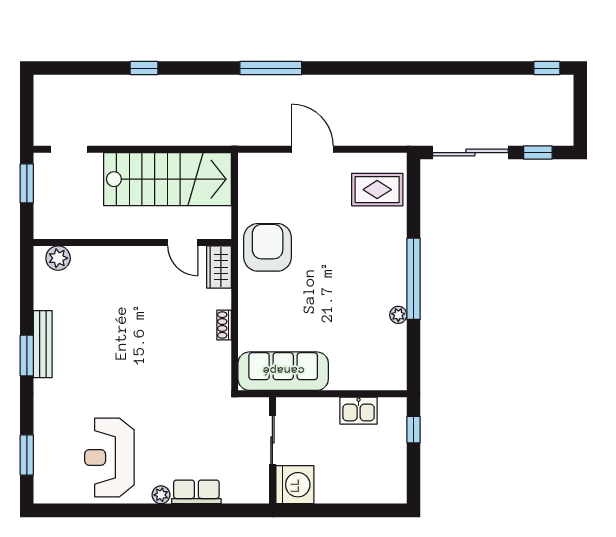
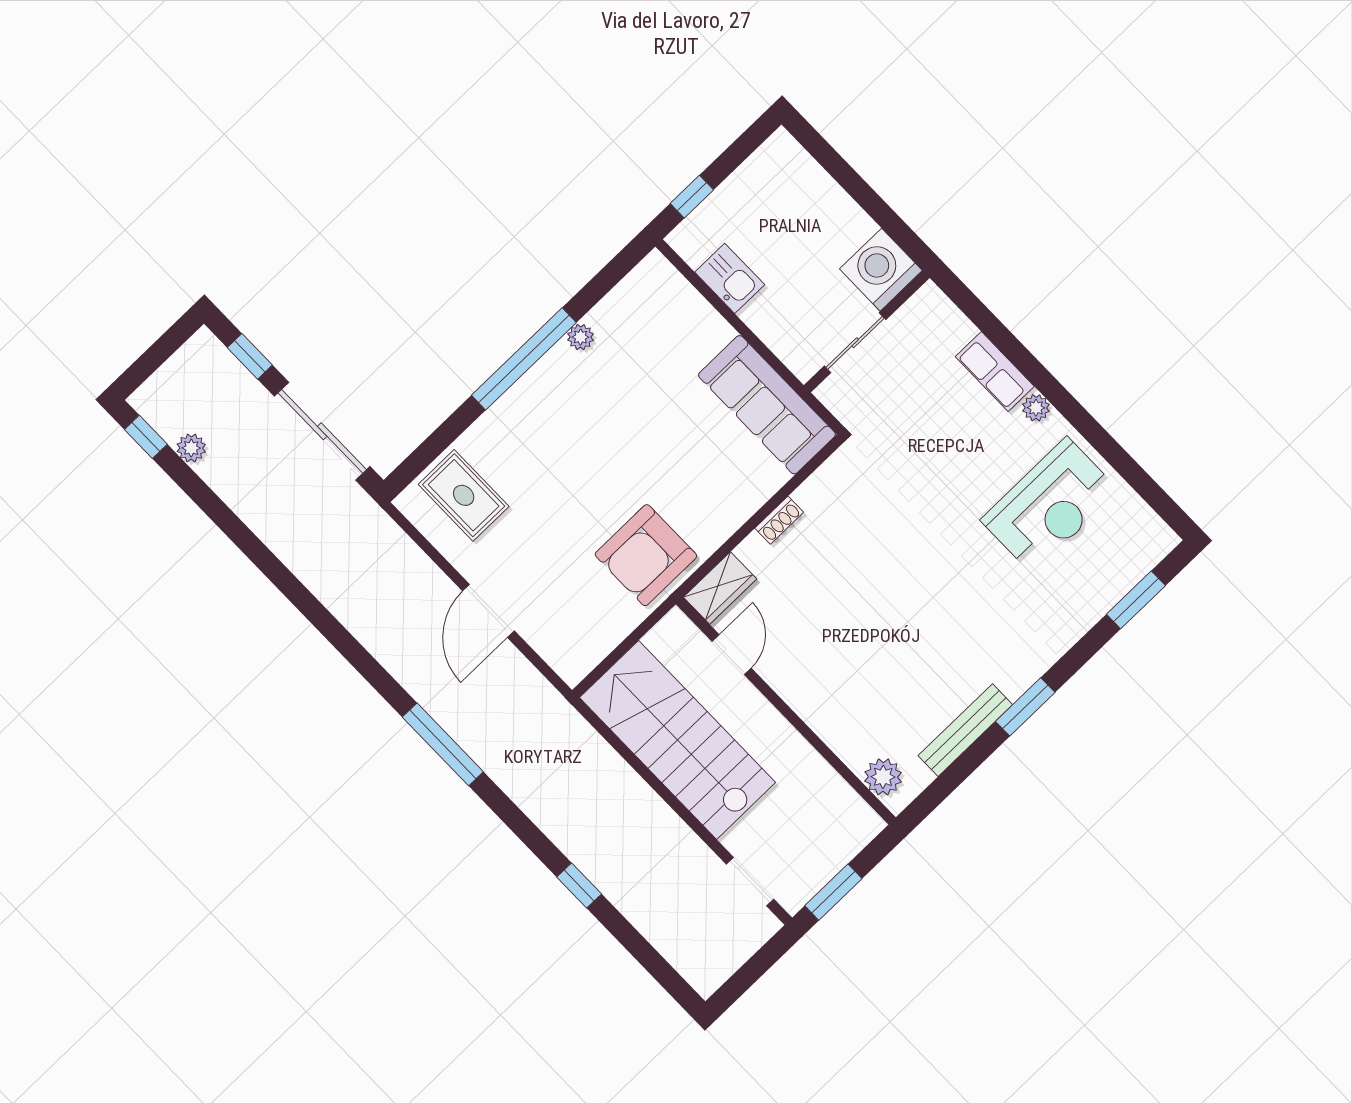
plant: (521, 84) -> (191, 448), added
bench: (43, 344) -> (965, 730), moved

